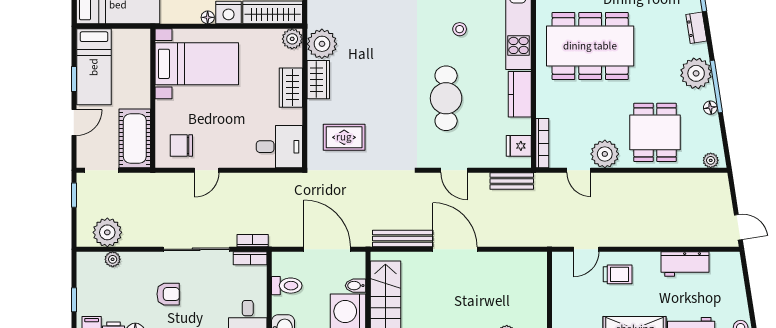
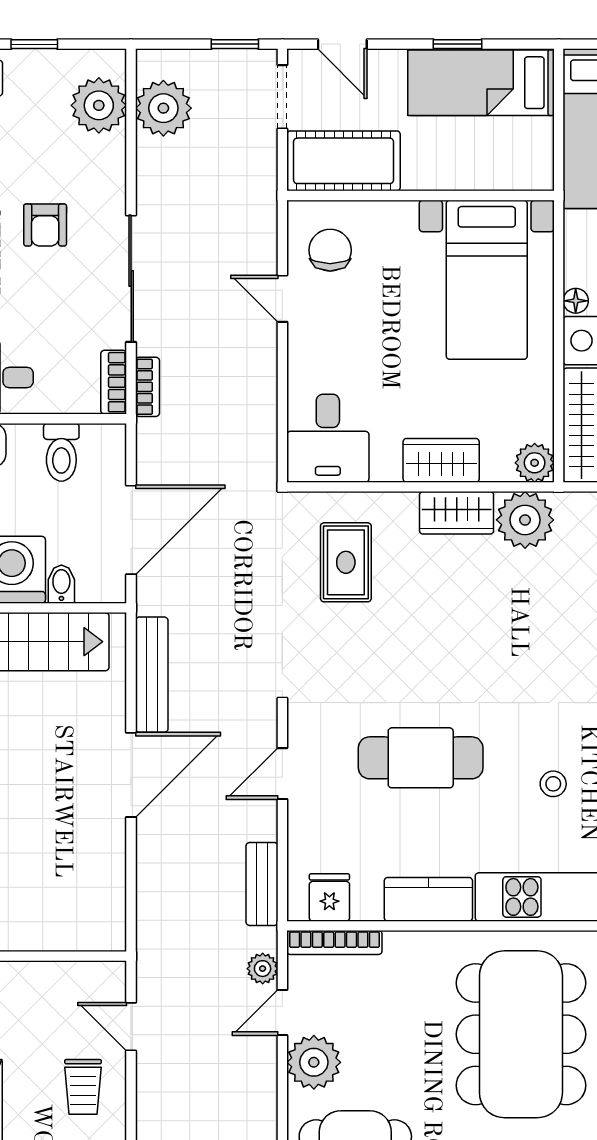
door: (74, 123) -> (342, 44), moved
plant: (556, 181) -> (263, 969), added
plant: (113, 259) -> (99, 105), width x1.87, depth x1.87

